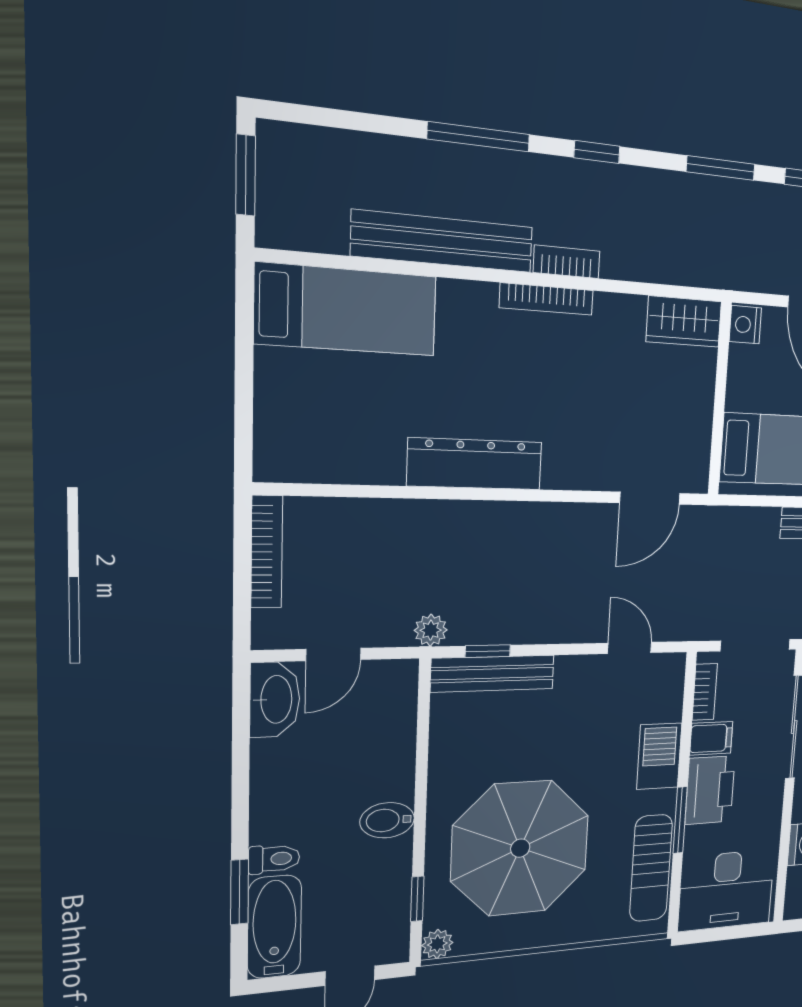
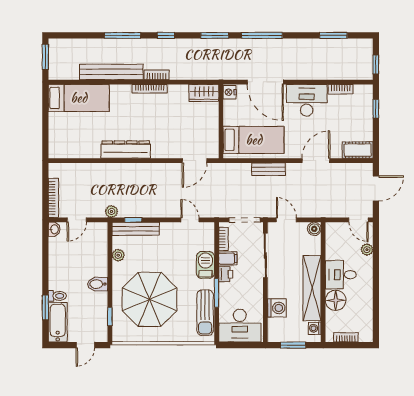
bookcase: (267, 552) -> (53, 198), moved
washbasin: (275, 699) -> (54, 229), width x0.52, depth x0.69
printer: (710, 790) -> (226, 274), width x0.53, depth x0.68
plant: (437, 944) -> (118, 255), moved

